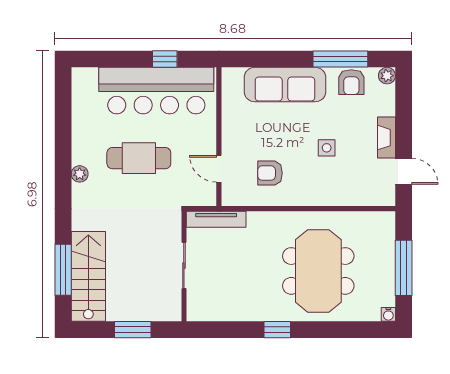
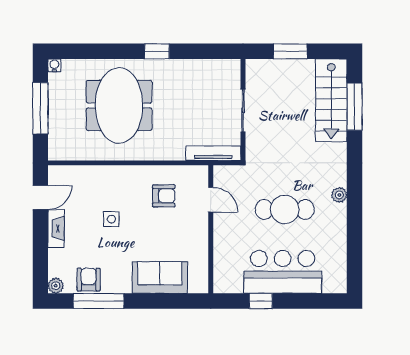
sofa: (285, 85) -> (160, 277), width x0.73
bar counter: (156, 91) -> (283, 272), width x0.73
door: (404, 171) -> (40, 197), swing flipped

